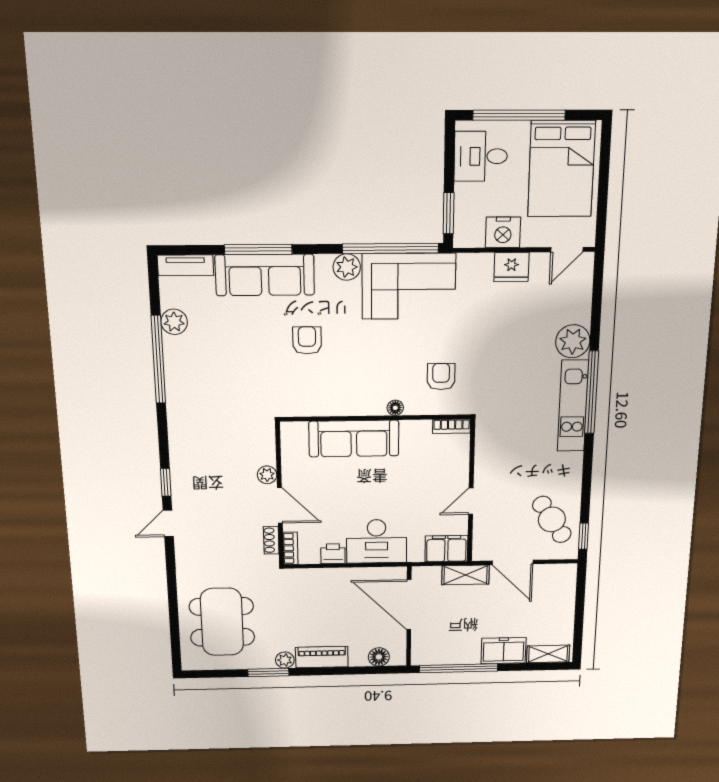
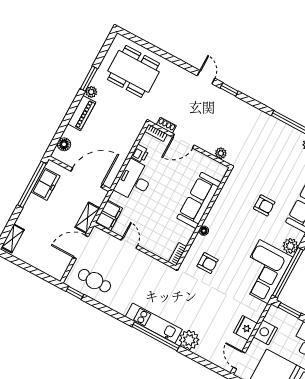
plant: (267, 475) -> (221, 153), moved
cafe table: (552, 519) -> (94, 281), turned 33
freezer: (503, 651) -> (46, 184), moved

